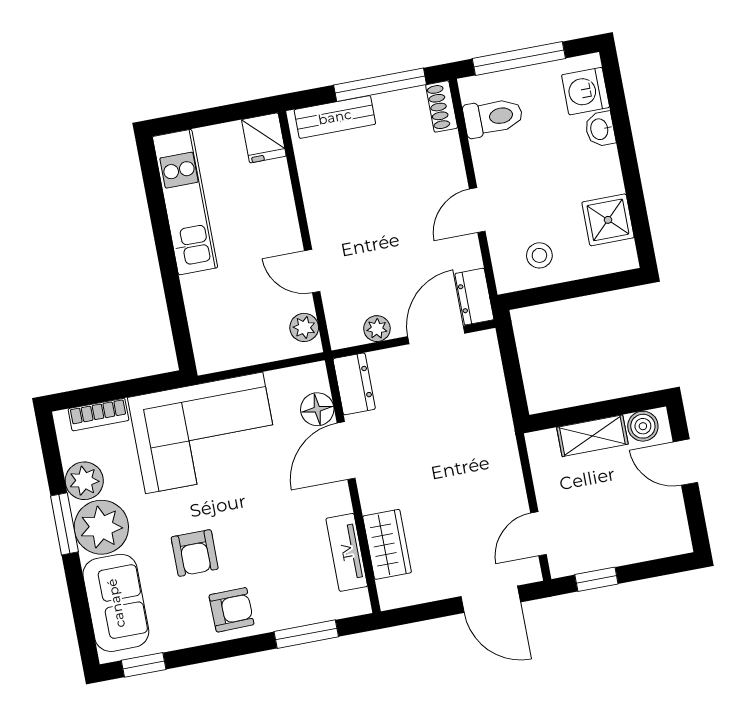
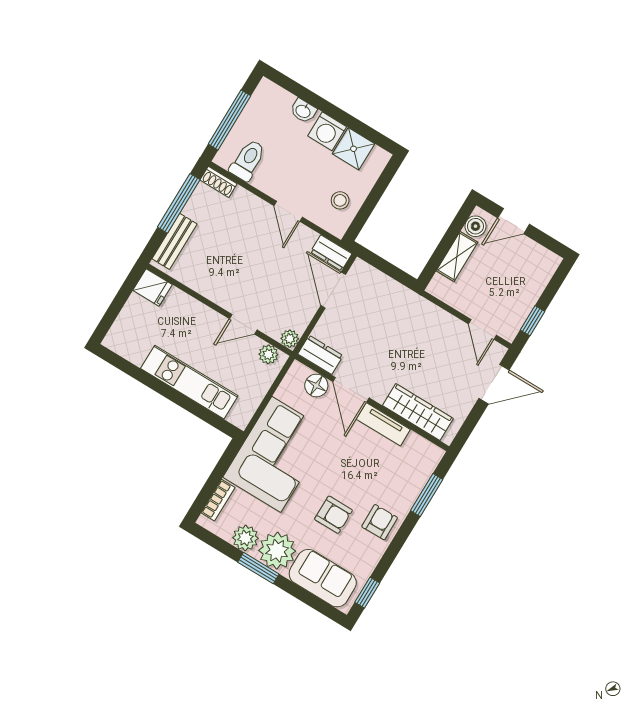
washing machine: (586, 91) -> (327, 131), moved
kitchen unit: (185, 202) -> (189, 382), moved
plant: (377, 329) -> (290, 339), moved
wardrobe: (387, 544) -> (418, 412), width x1.50
tv unit: (347, 552) -> (383, 424), moved

